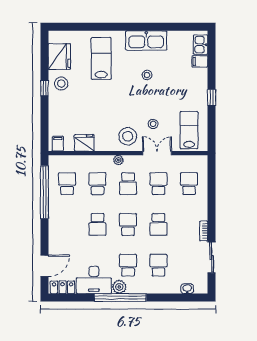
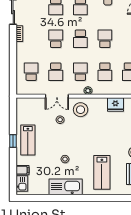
lab bench: (189, 130) -> (28, 140), moved
school desk: (189, 184) -> (31, 72), turned 180

